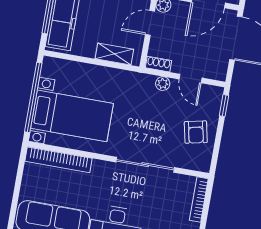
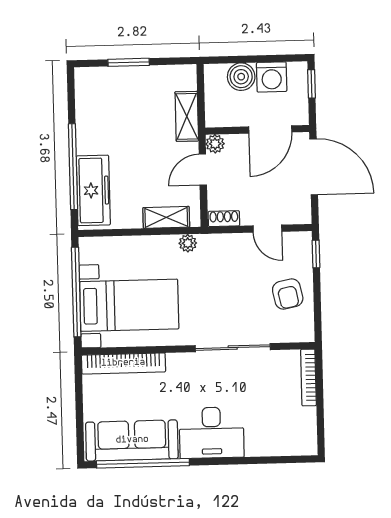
plant: (163, 84) -> (188, 243), moved

